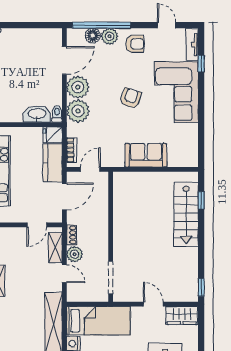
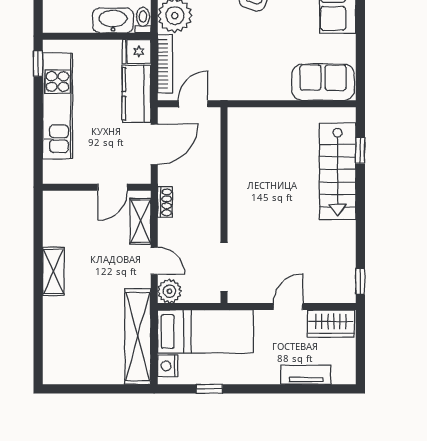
bookcase: (72, 150) -> (165, 64), width x1.56
sofa: (146, 155) -> (323, 82), moved
plant: (75, 254) -> (169, 291), moved
door: (153, 304) -> (288, 307), hinge flipped

